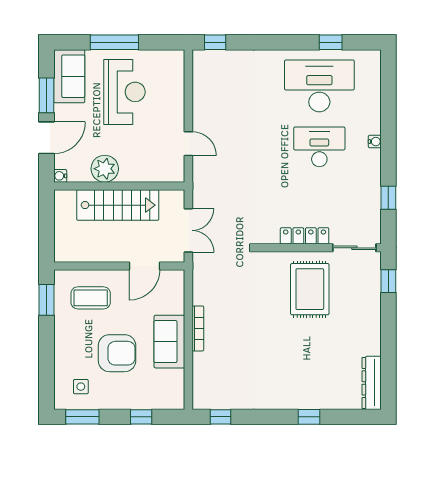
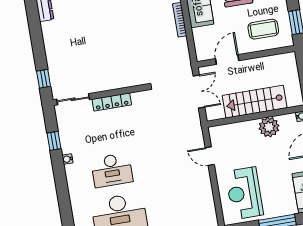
reception desk: (124, 92) -> (244, 193), moved
water cooler: (375, 142) -> (67, 159), moved
double door: (188, 230) -> (199, 92), swing flipped
rug: (310, 289) -> (101, 63), removed

